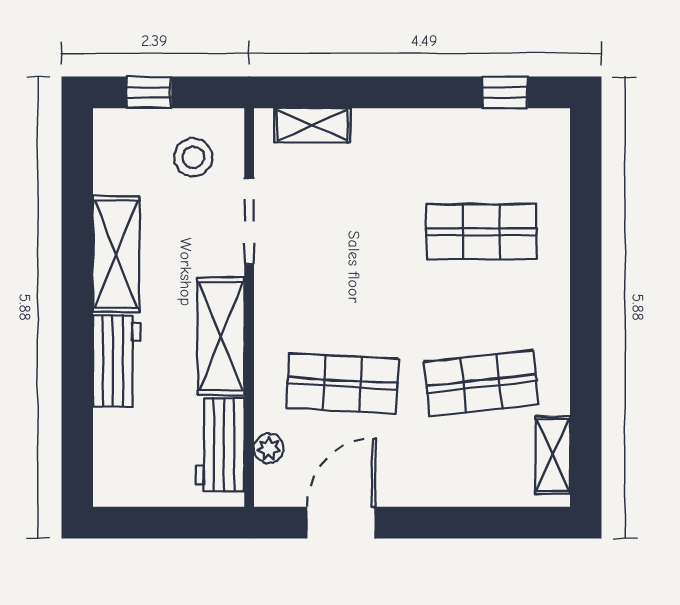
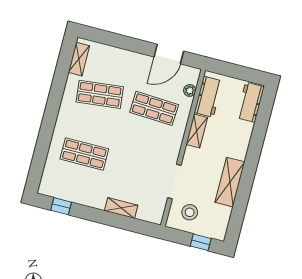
shelving: (312, 125) -> (121, 208), moved
shelving: (221, 336) -> (197, 131), width x0.67, depth x0.75
workbench: (117, 361) -> (250, 102), moved

